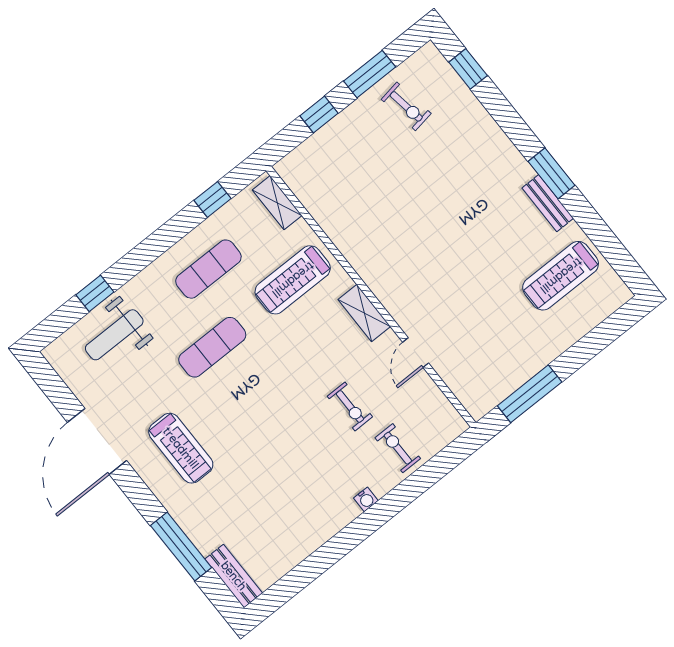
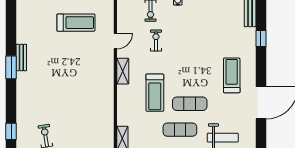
exercise mat: (208, 269) -> (180, 130), moved
treadmill: (561, 276) -> (76, 23), moved
treadmill: (293, 280) -> (155, 93), moved, turned 90
window: (181, 547) -> (261, 39), width x0.46

